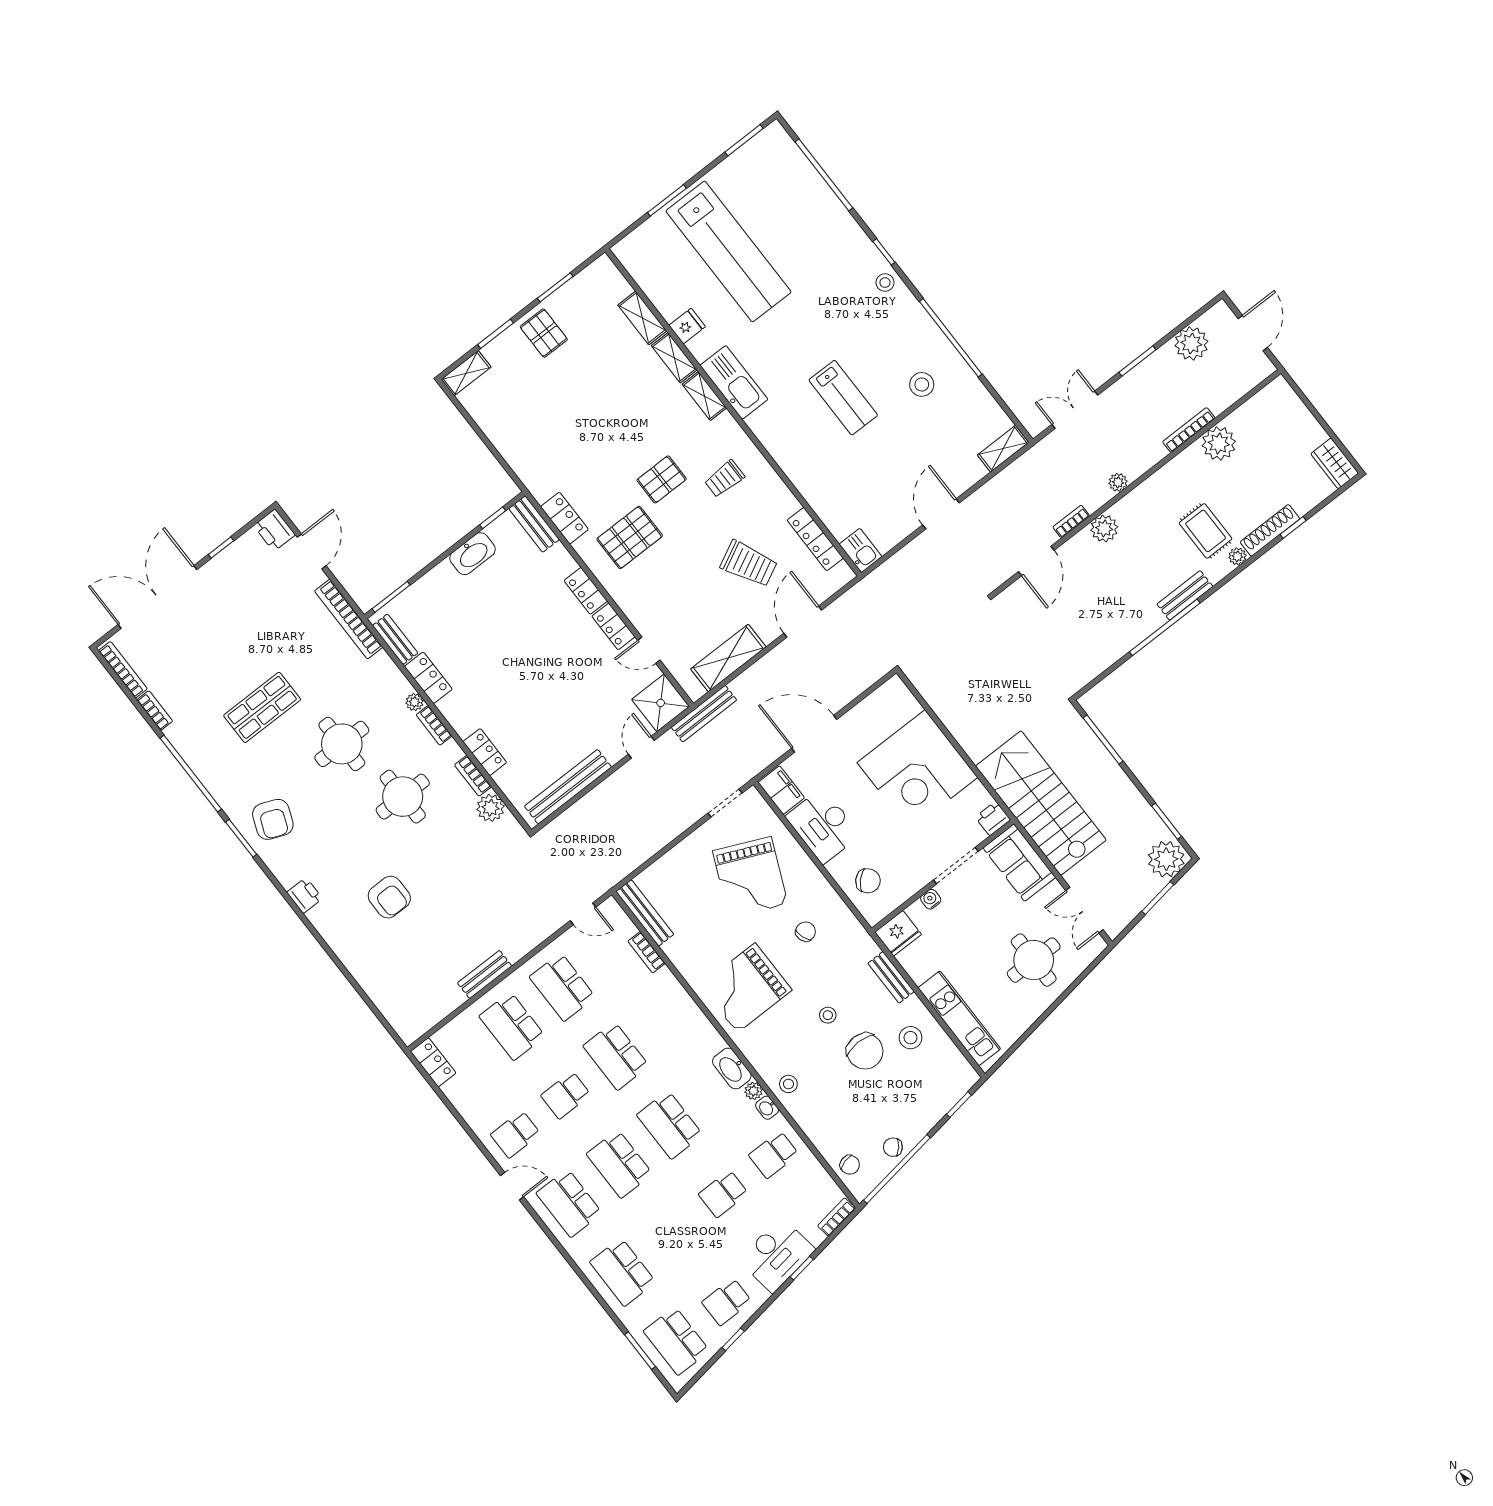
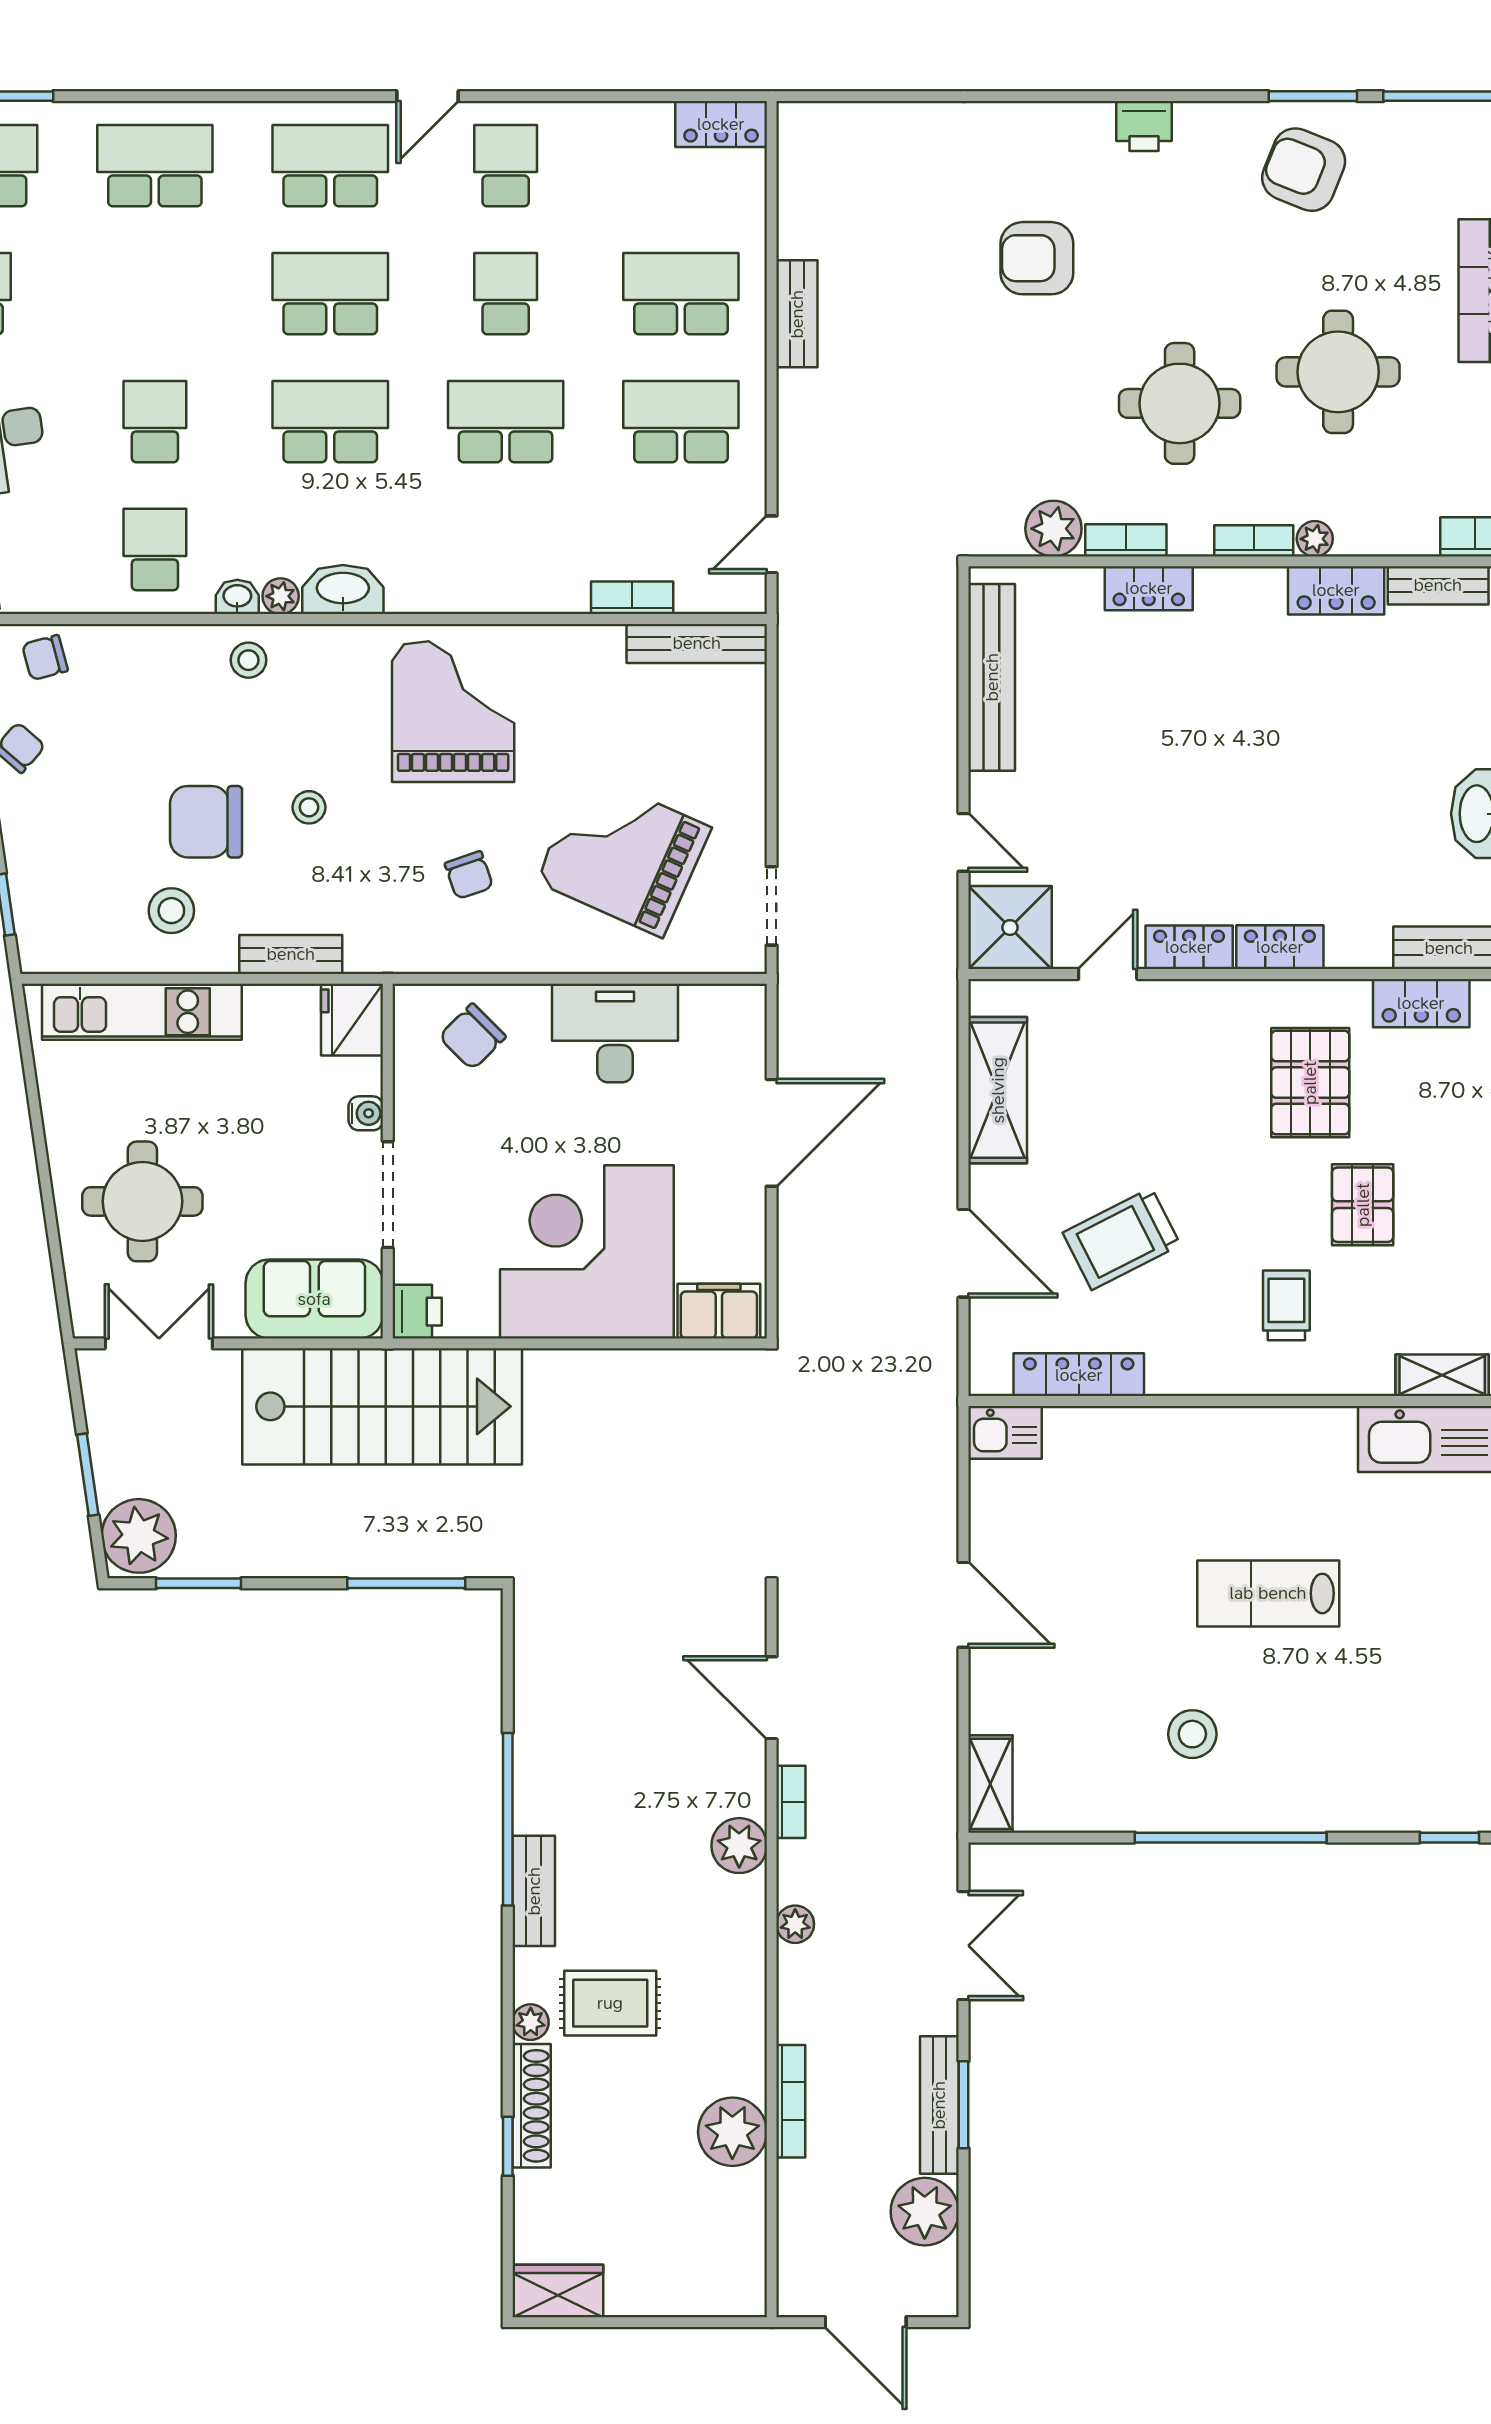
stool: (885, 283) -> (1399, 1802), removed
bench: (704, 714) -> (939, 2105), moved
filing cabinet: (781, 790) -> (719, 1311), moved, turned 180

